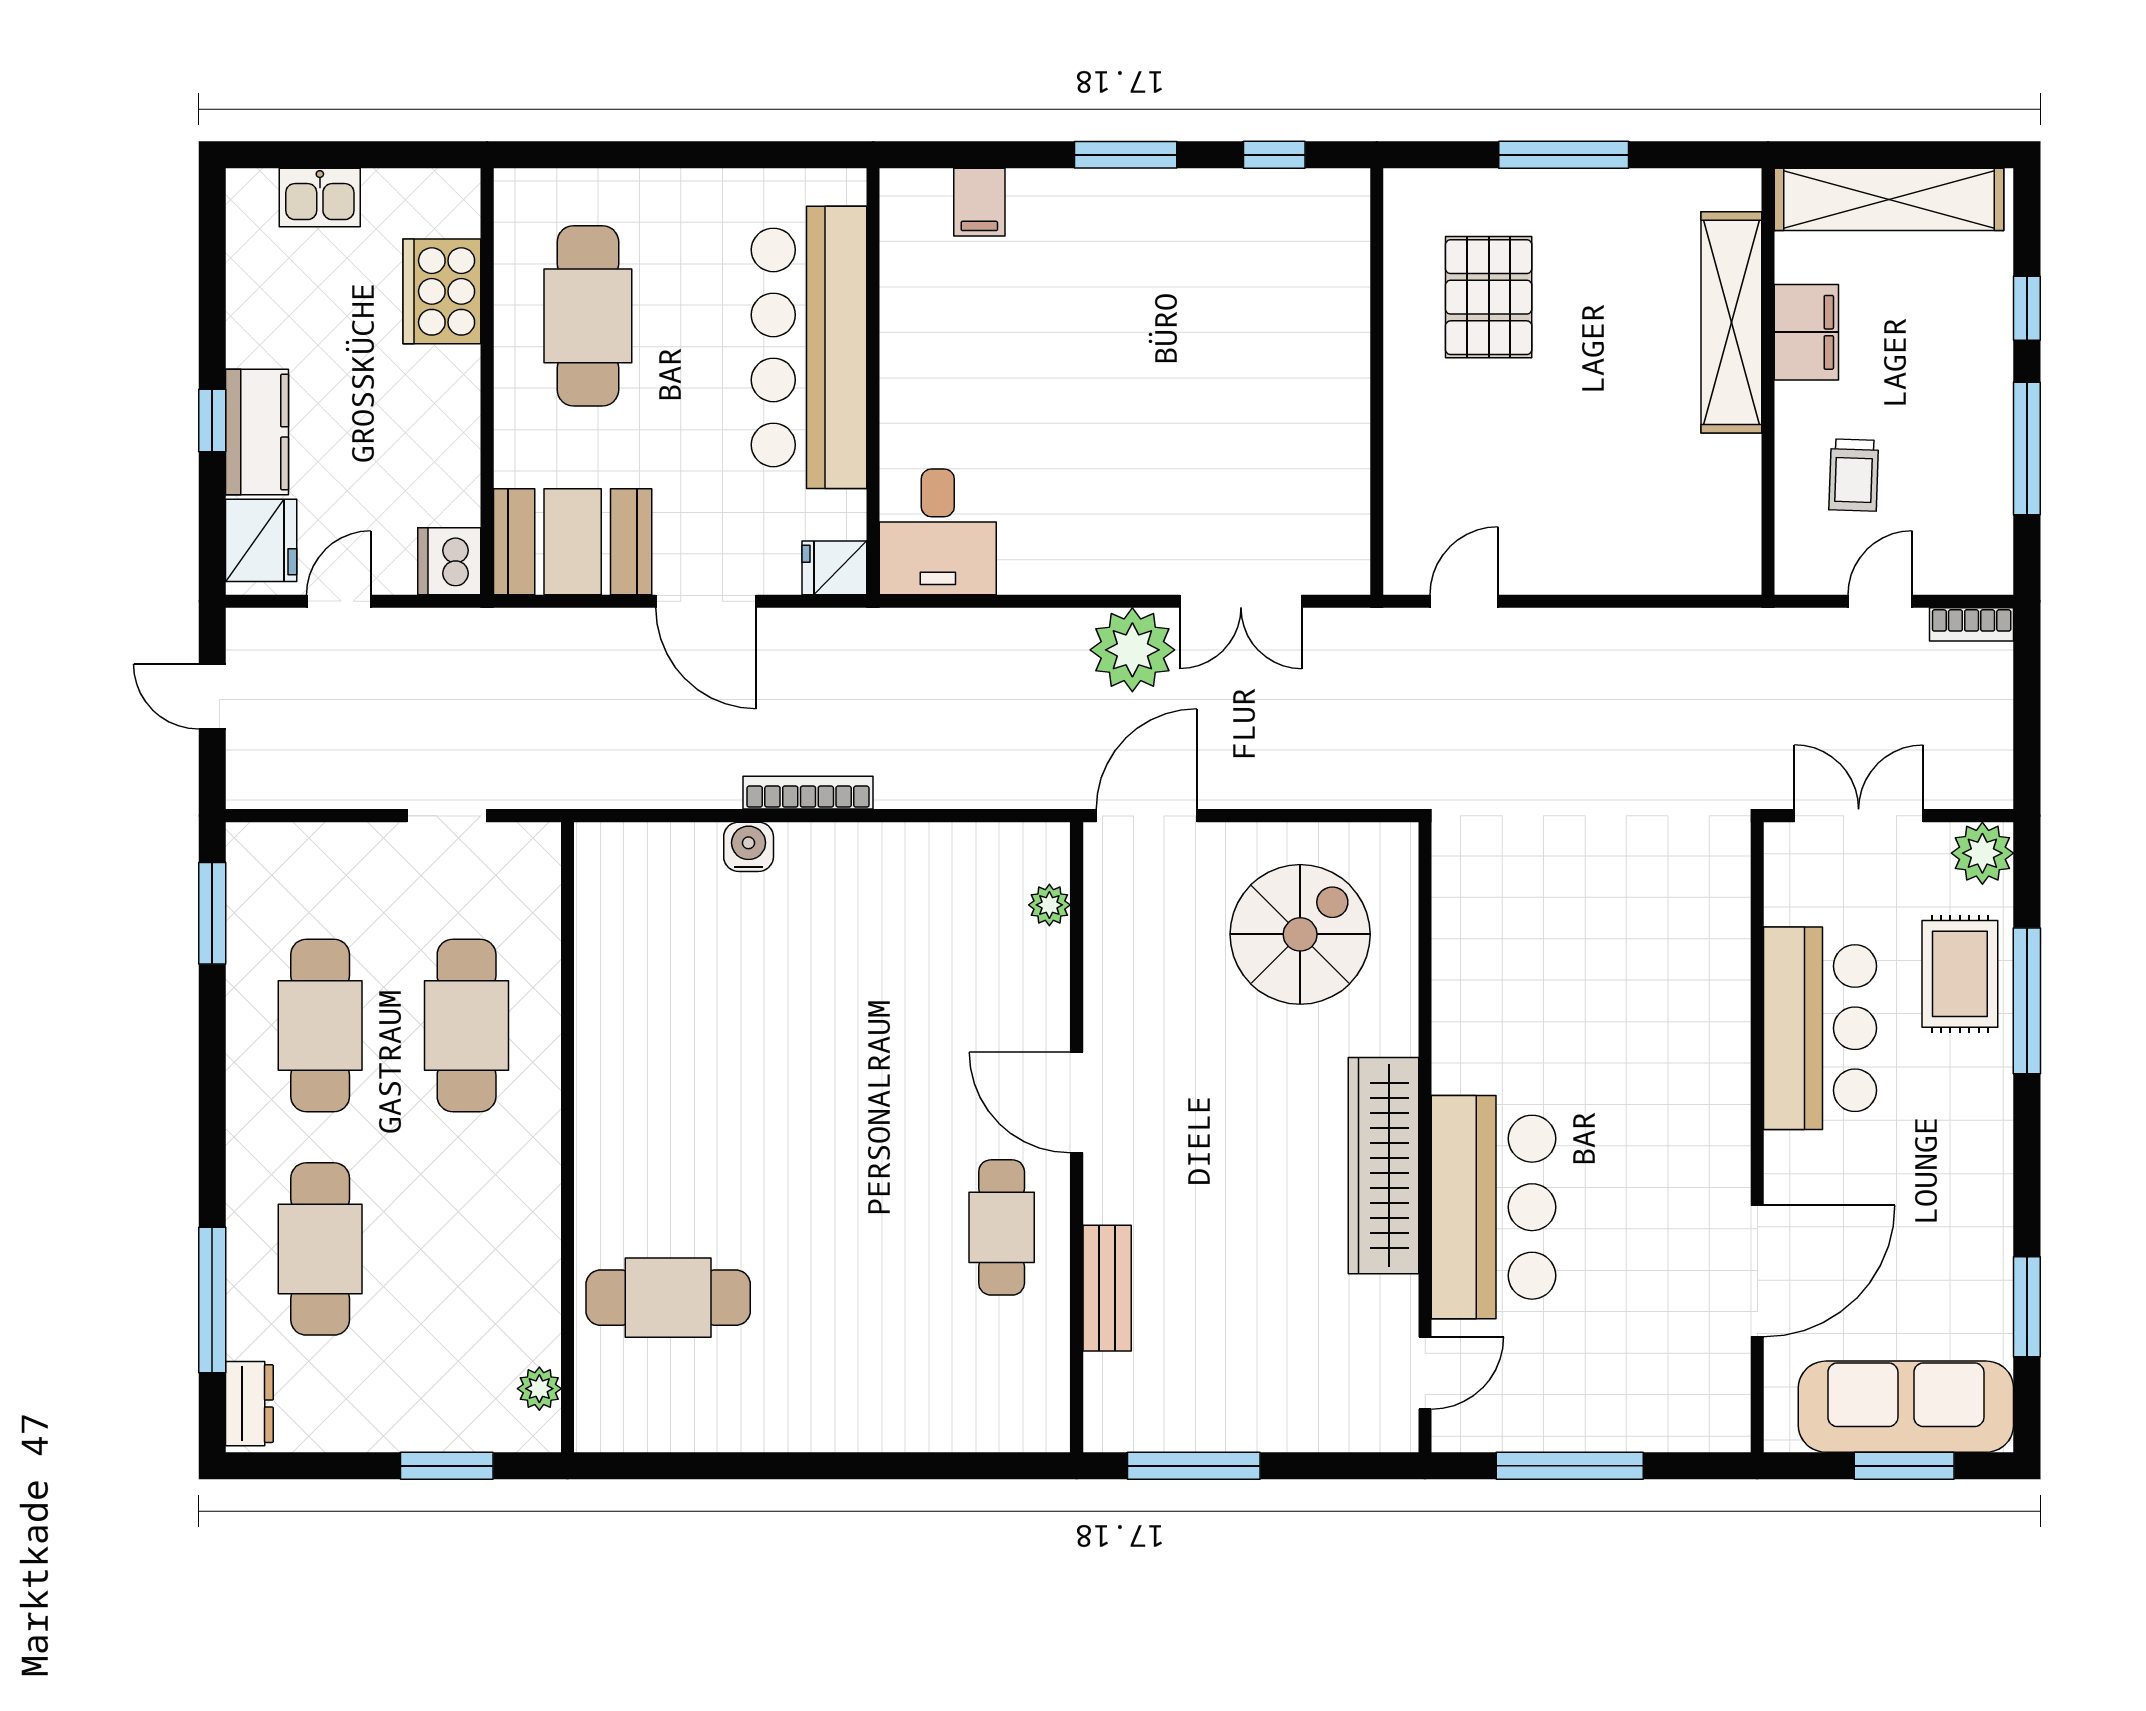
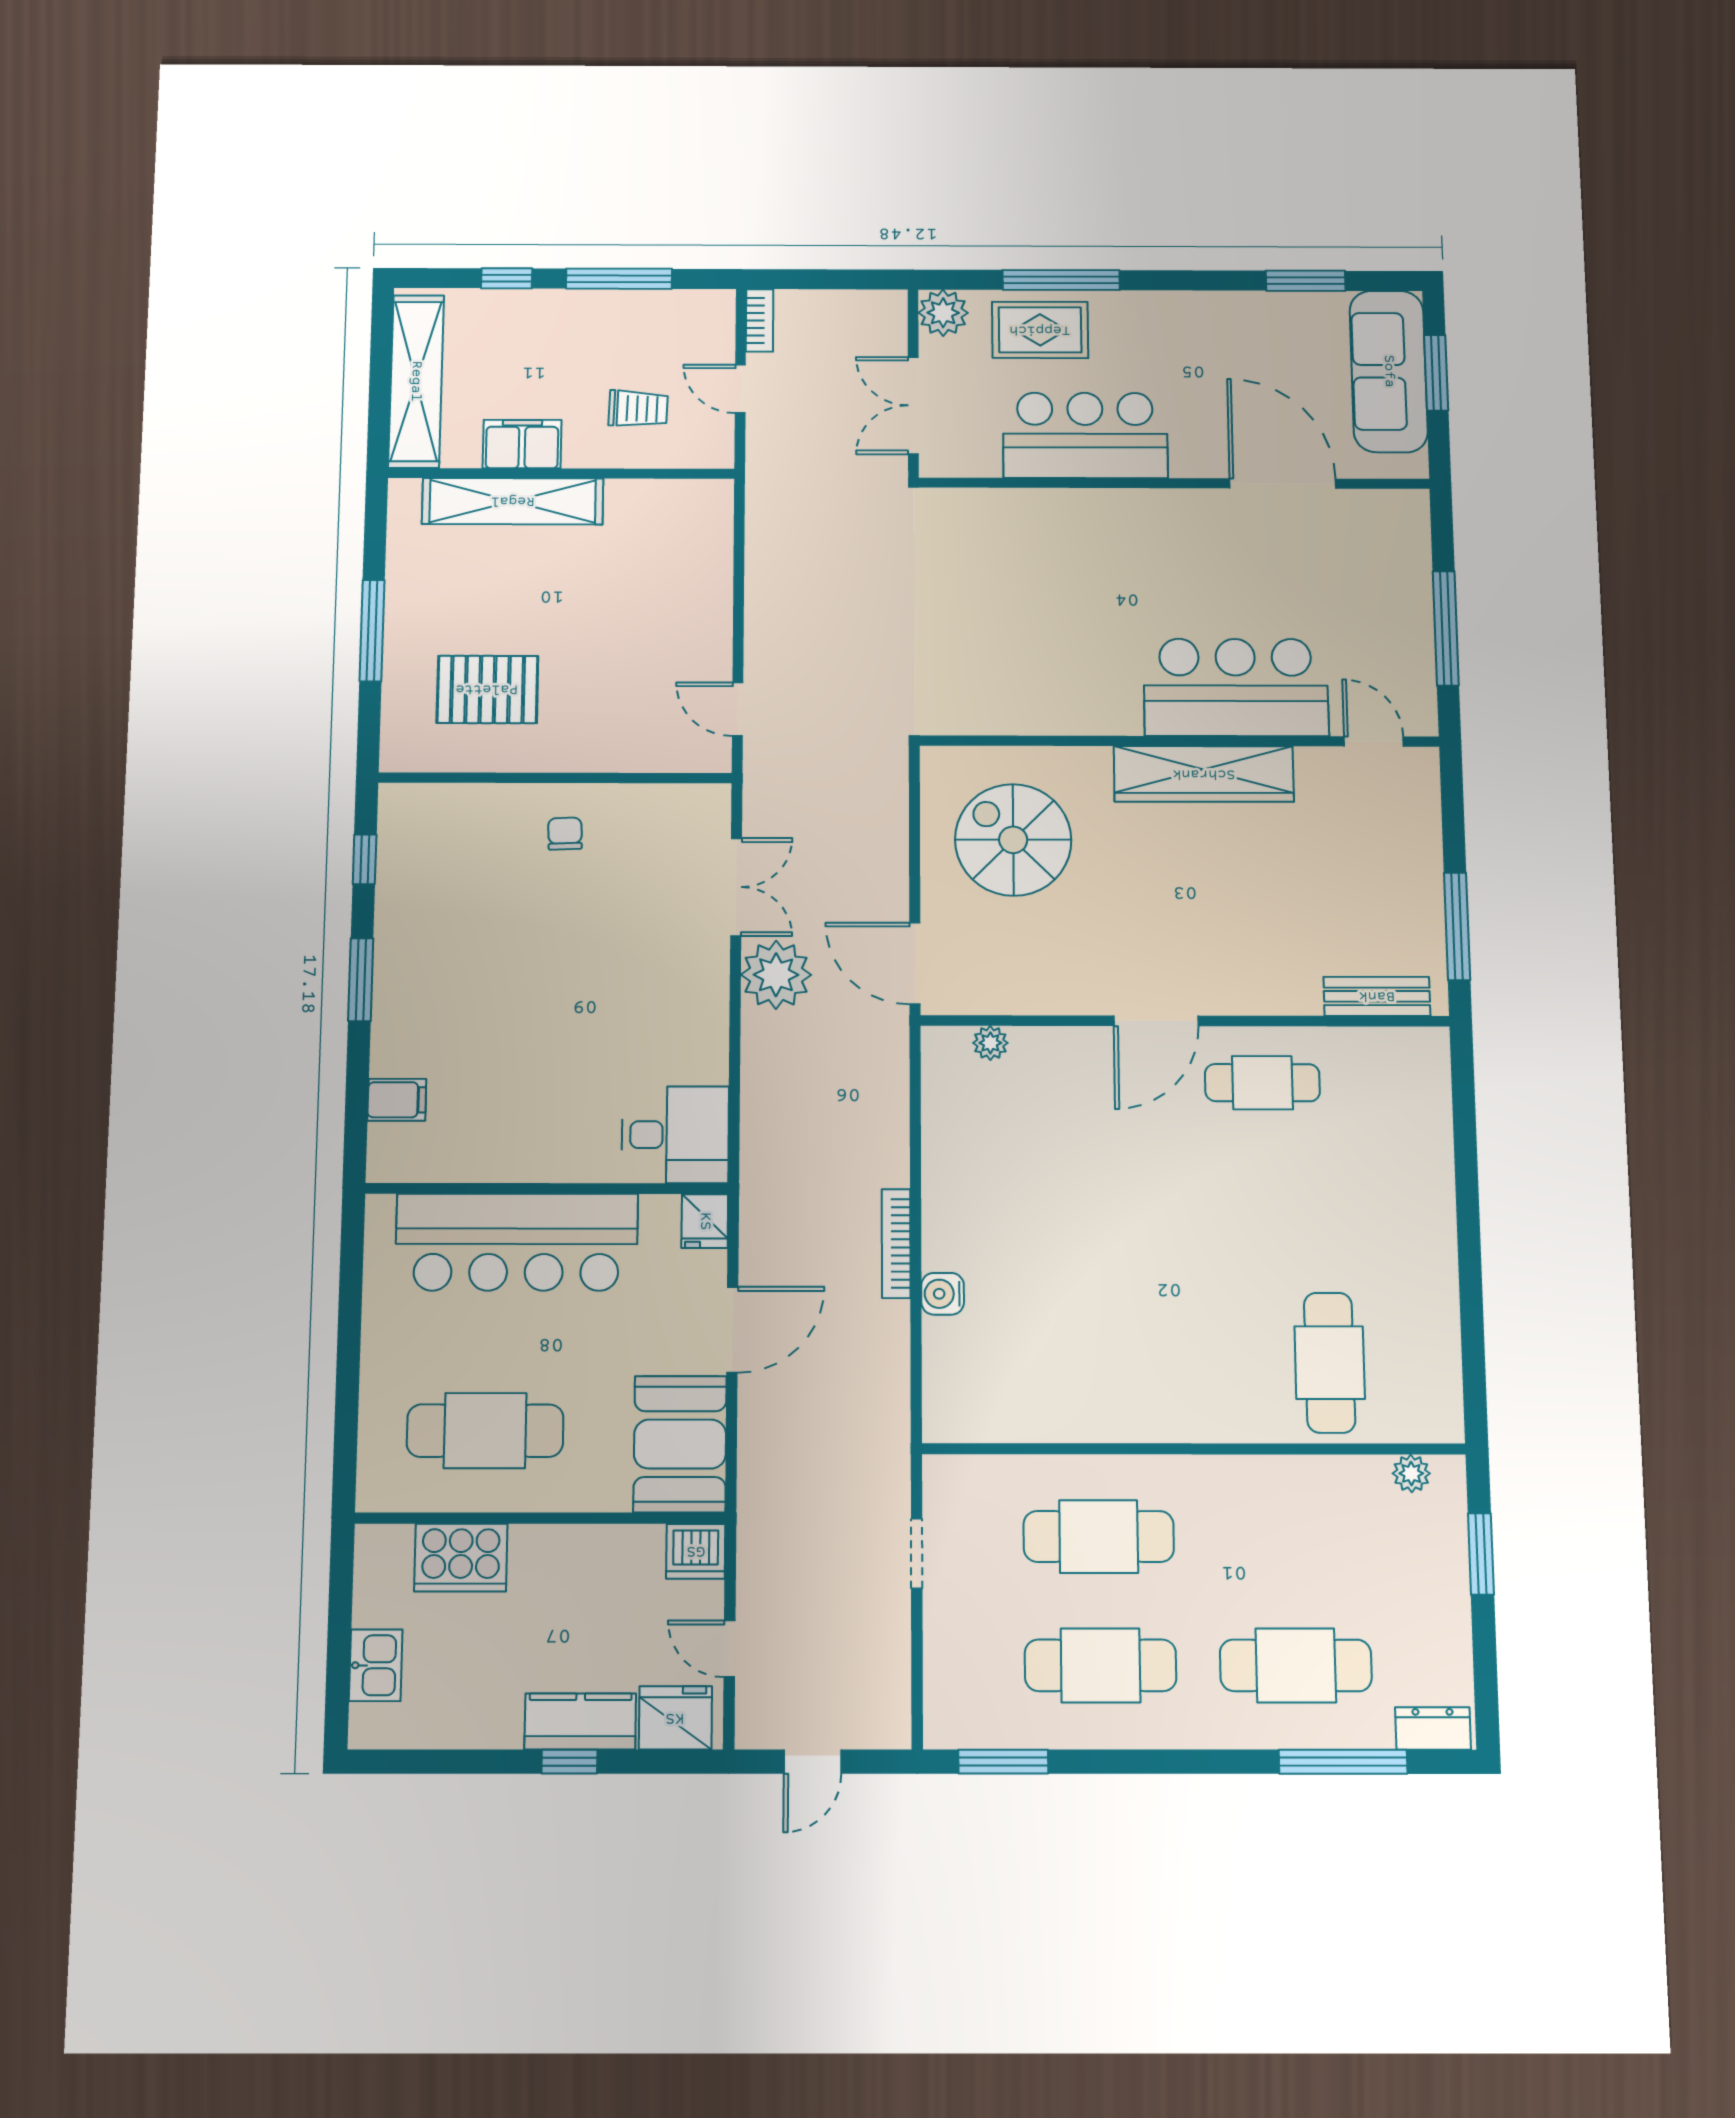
chair: (1307, 395) -> (565, 834), added
bench: (1107, 1288) -> (1377, 996), moved

